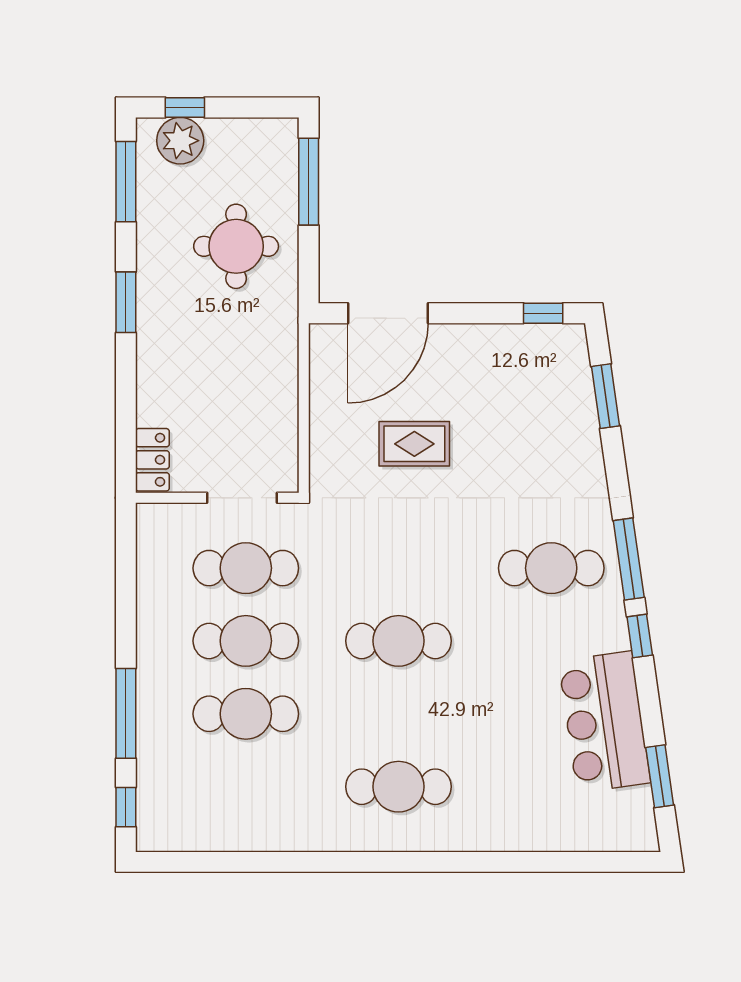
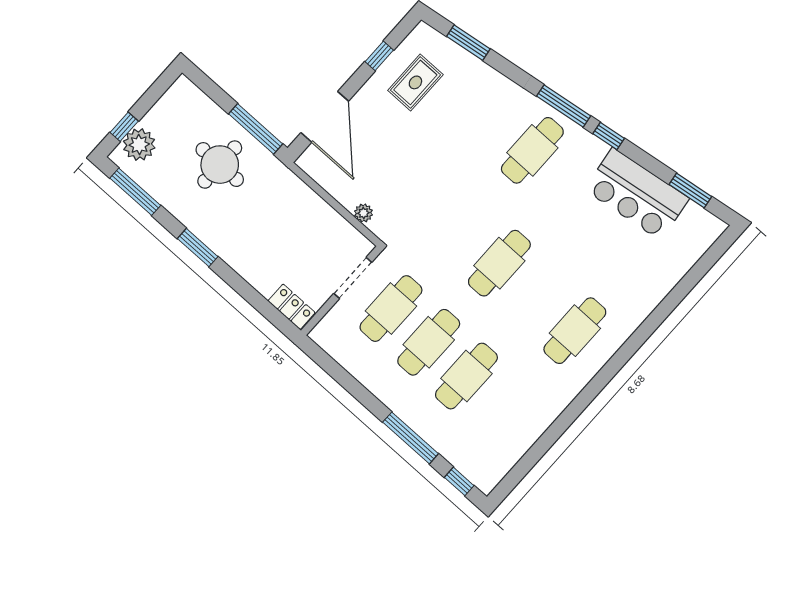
window: (309, 182) -> (256, 129), moved
window: (543, 313) -> (379, 56), moved
rug: (414, 444) -> (415, 82), moved
plant: (322, 447) -> (364, 213), added

